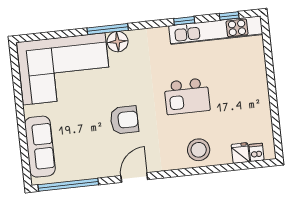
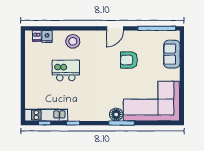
kitchen unit: (216, 30) -> (46, 115), width x0.73
kitchen island: (187, 96) -> (66, 70), moved
armchair: (124, 120) -> (129, 60), moved
sofa: (40, 147) -> (172, 54), width x0.73

